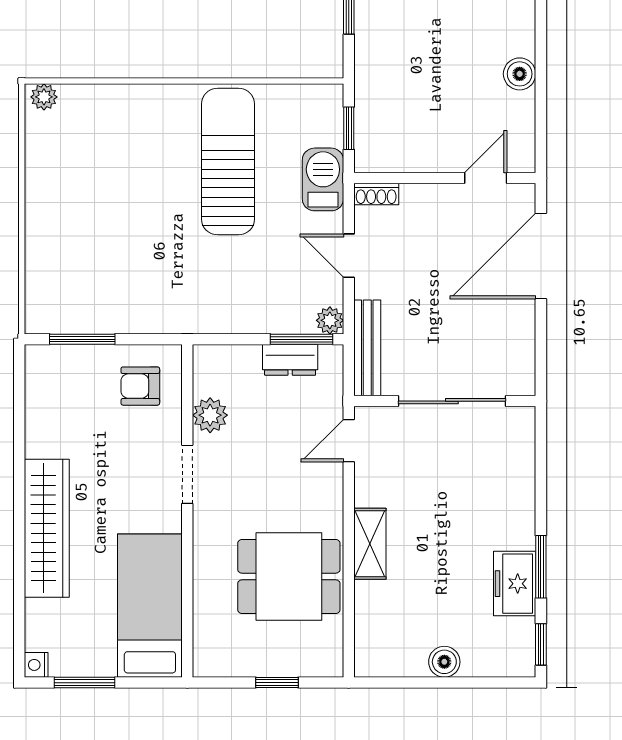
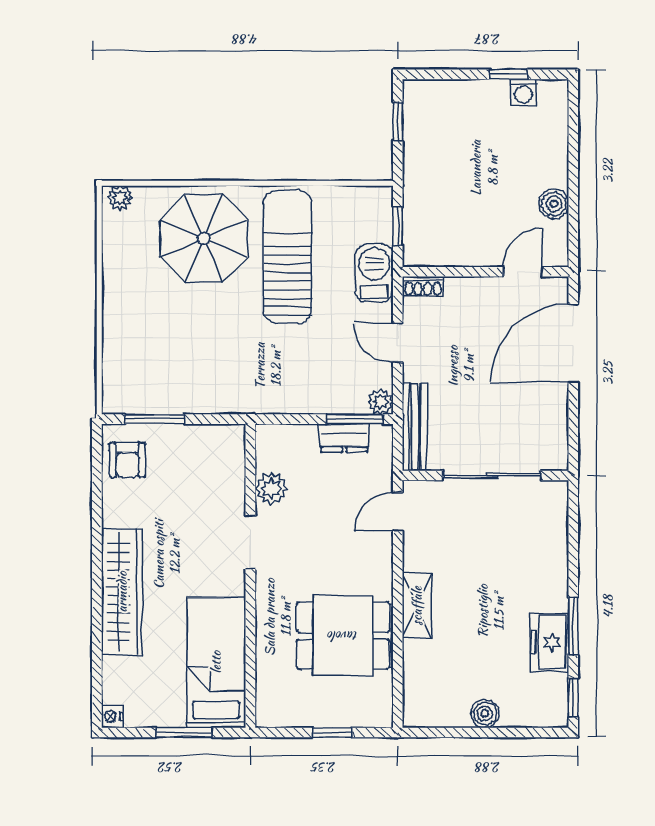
boiler: (520, 74) -> (554, 204), moved
parasol: (136, 141) -> (204, 238), added
armchair: (140, 386) -> (127, 460), moved, turned -90
window: (85, 683) -> (184, 732), moved

